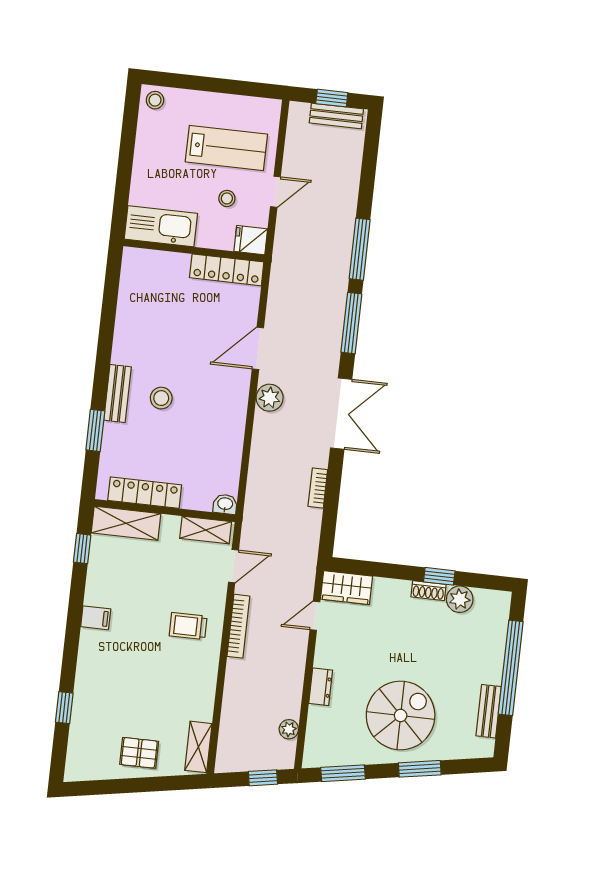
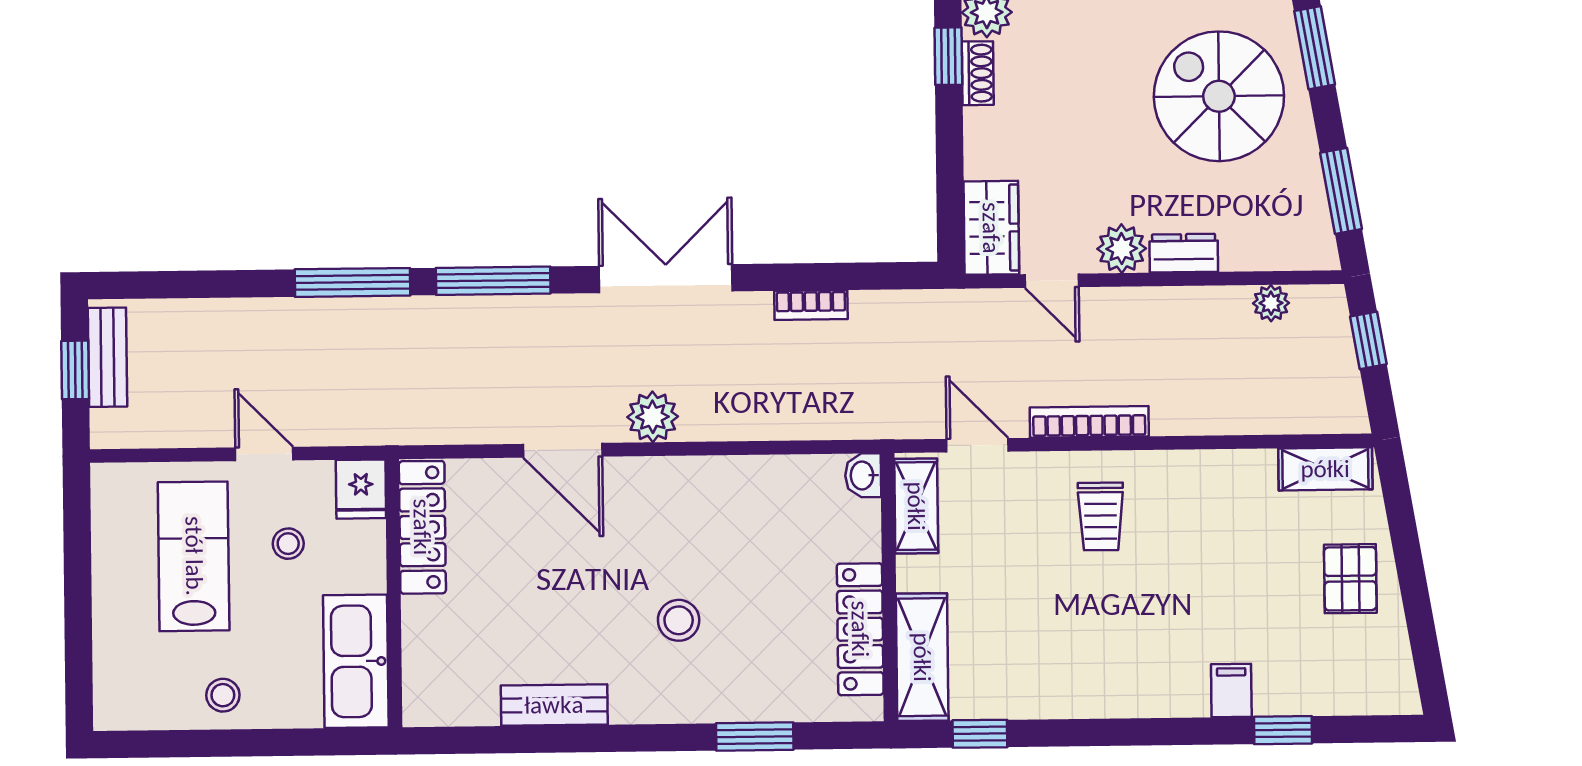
stool: (155, 100) -> (223, 695), moved
bench: (117, 394) -> (554, 705), moved
filing cabinet: (96, 618) -> (1231, 690), moved
plant: (327, 655) -> (1122, 249), added

